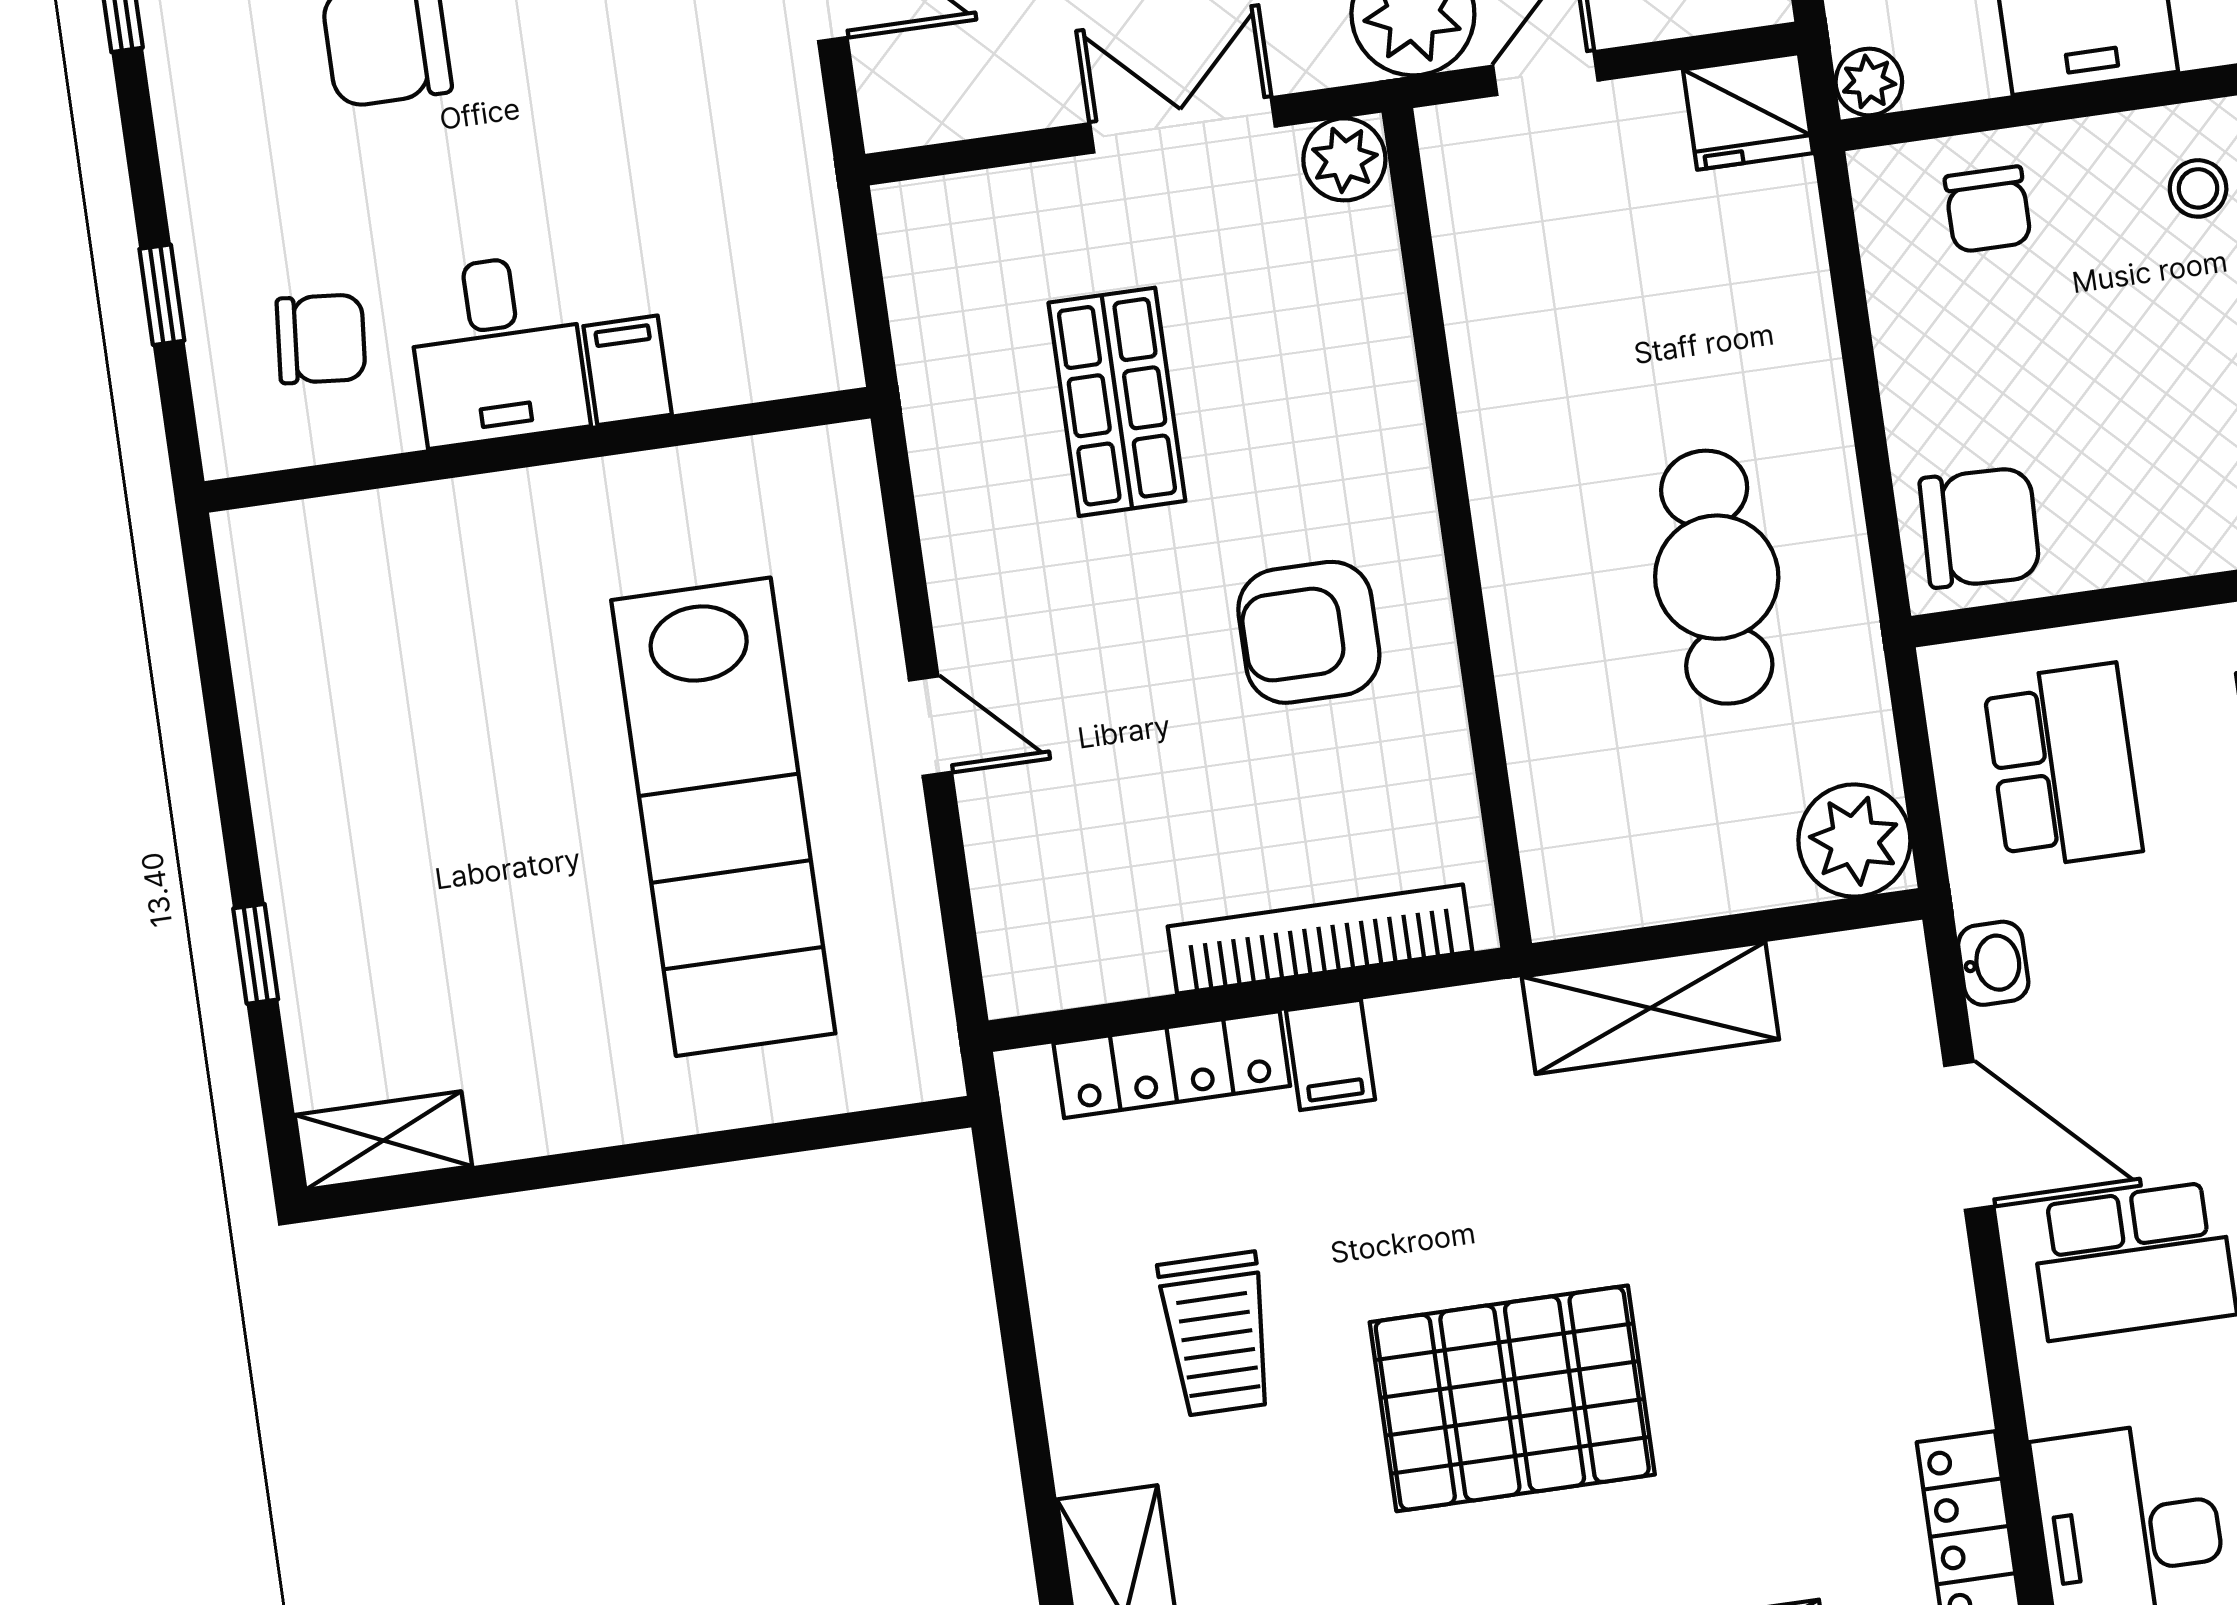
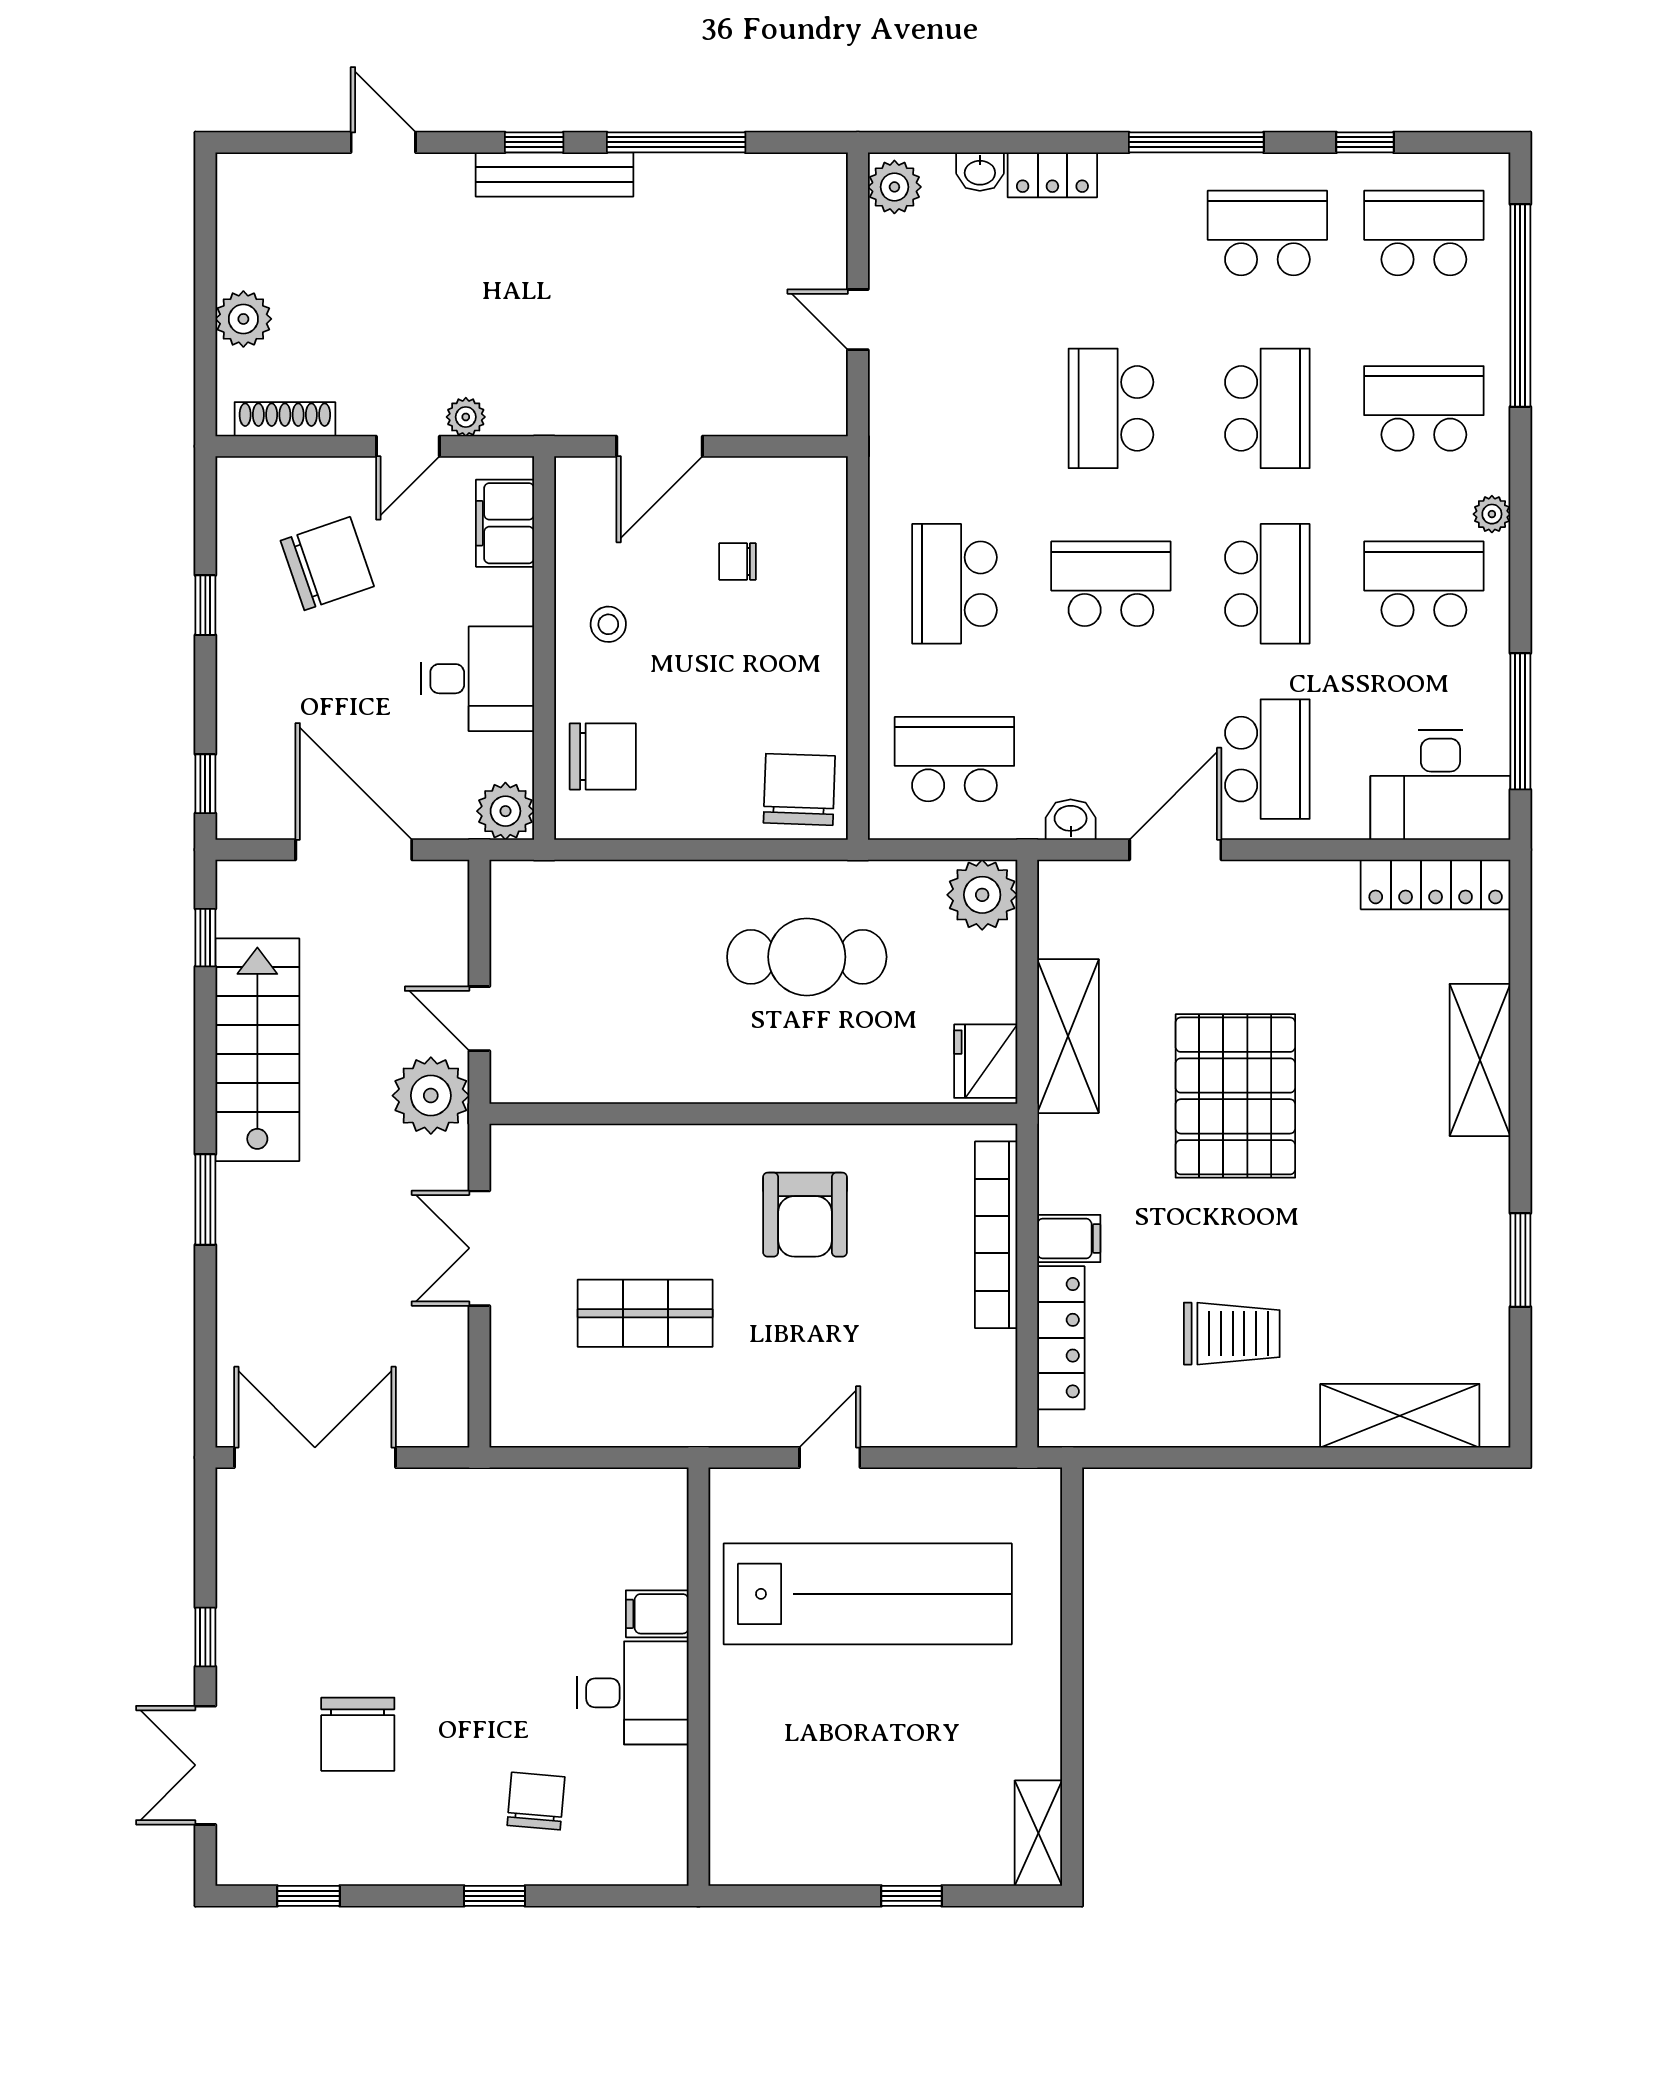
plant: (1869, 82) -> (505, 811), width x1.38, depth x1.38
fridge: (1748, 111) -> (986, 1061), moved, turned 180
plant: (1344, 159) -> (515, 1151), removed
chair: (1988, 209) -> (603, 756), width x1.37, depth x1.37
desk: (497, 350) -> (633, 1693), moved
filing cabinet: (628, 370) -> (657, 1614), moved
wall: (538, 450) -> (698, 1677), moved
pallet: (1512, 1398) -> (1235, 1096), moved

